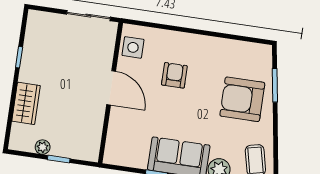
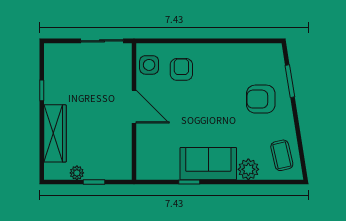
armchair: (174, 75) -> (181, 69), moved
armchair: (242, 99) -> (261, 99), width x0.73, depth x0.73
wardrobe: (26, 103) -> (55, 133), width x1.50

